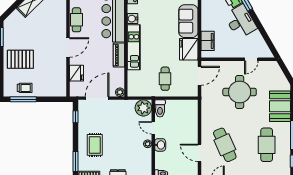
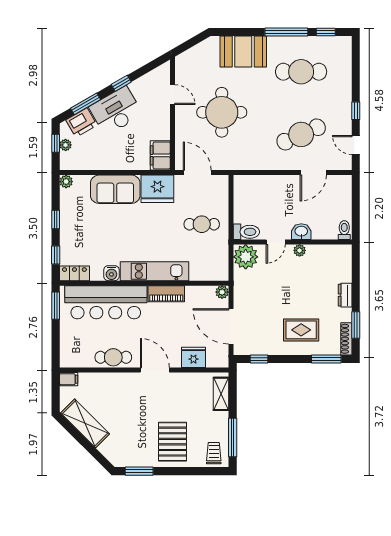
window: (259, 25) -> (121, 83), added
filing cabinet: (208, 41) -> (160, 155), moved, turned -90
trolley: (25, 88) -> (214, 453), moved
shelving: (52, 92) -> (221, 394), added

